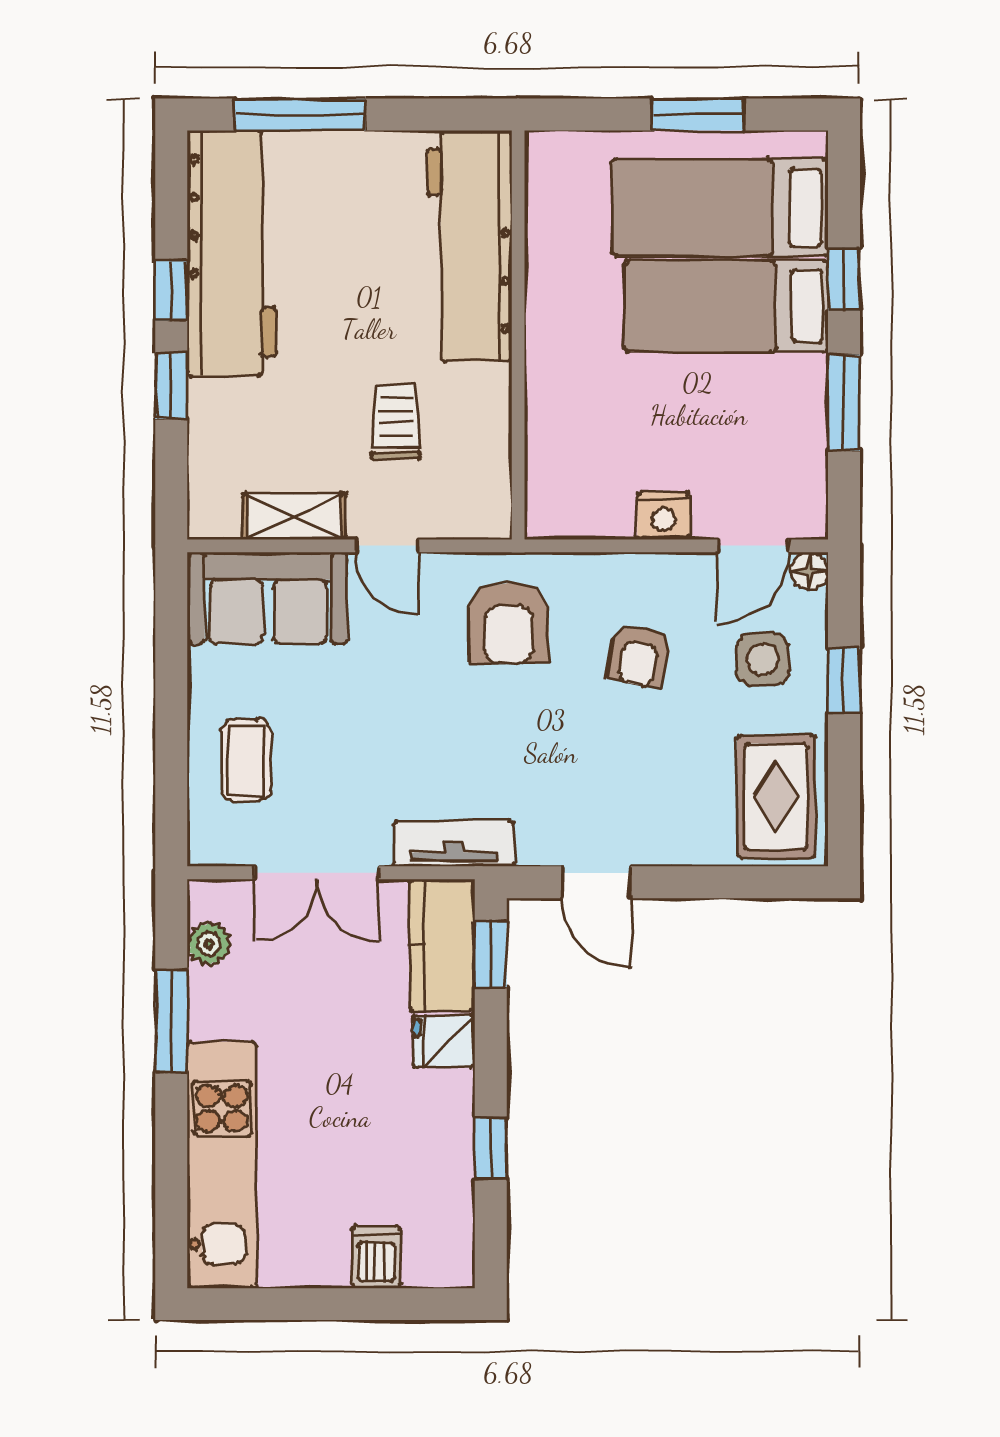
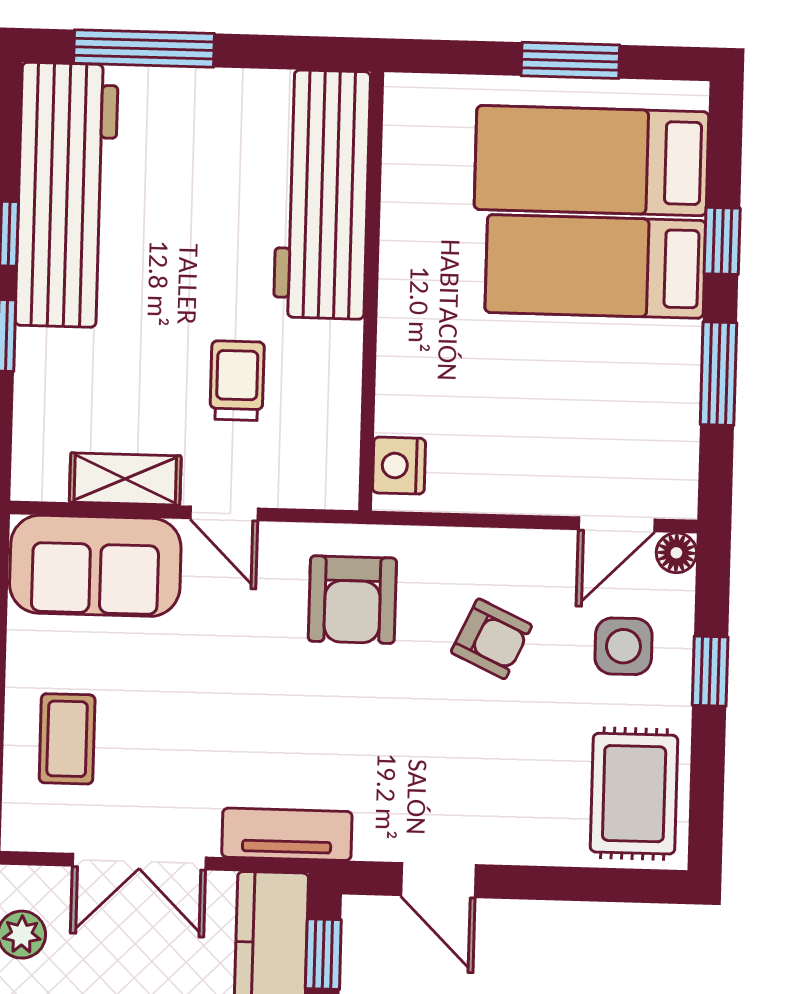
nightstand: (664, 515) -> (399, 466), moved, turned 90
armchair: (639, 656) -> (491, 639), turned -76

